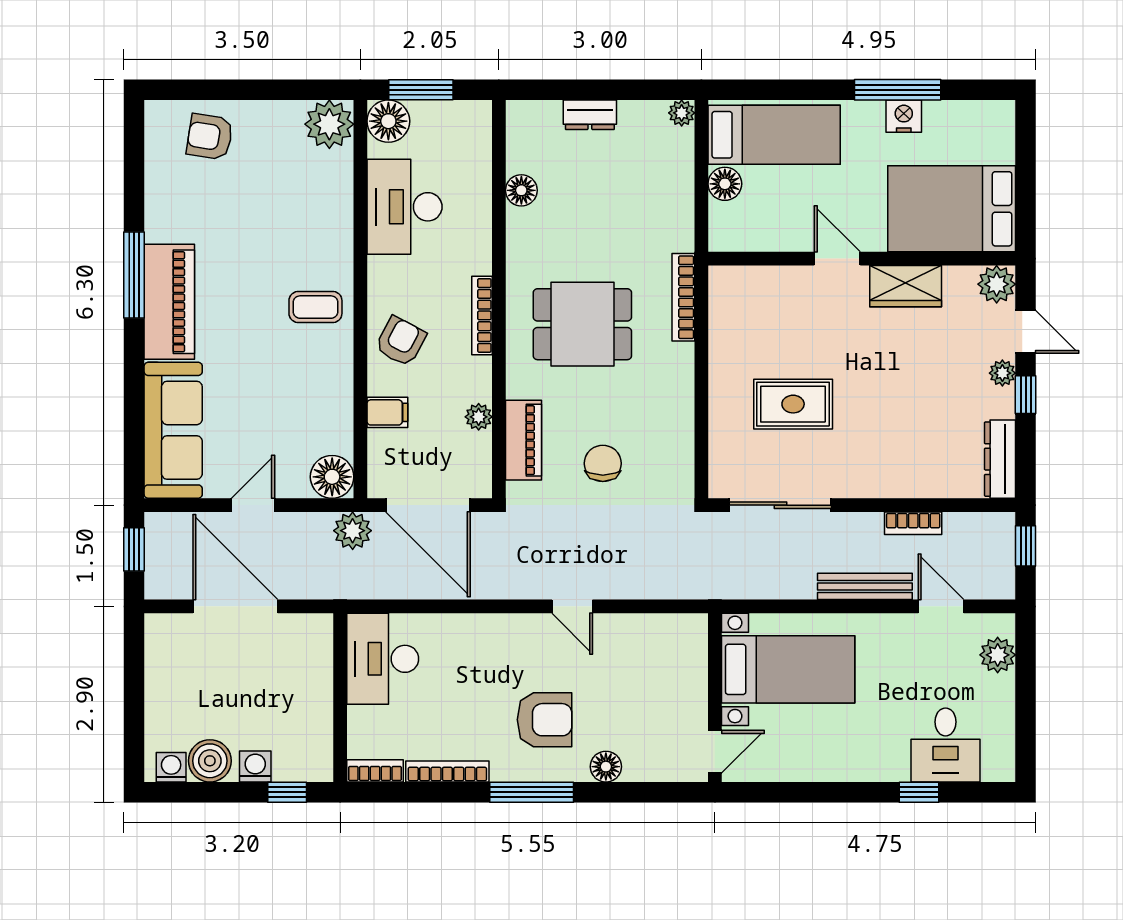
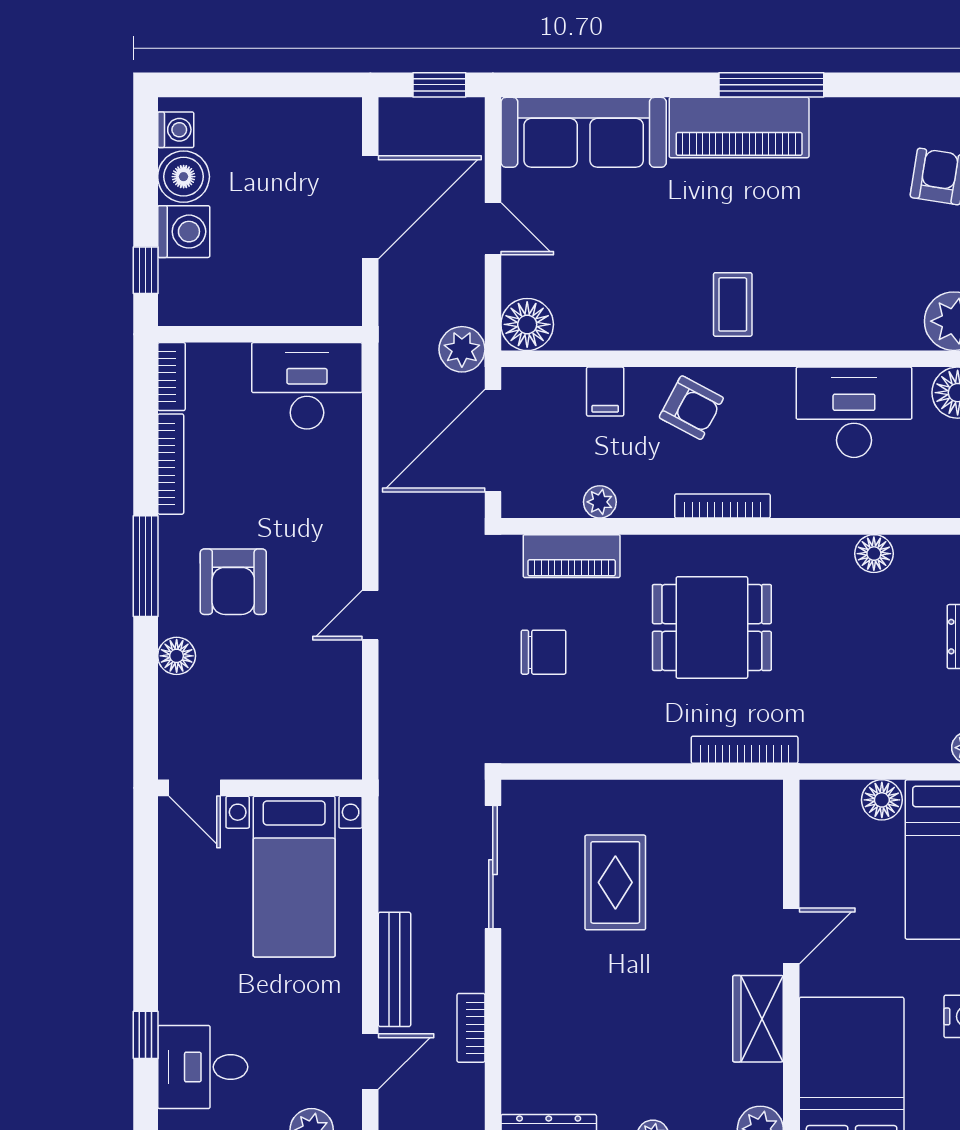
dining table: (582, 324) -> (712, 627), turned 90
washing machine: (255, 766) -> (184, 232), width x1.38, depth x1.38

